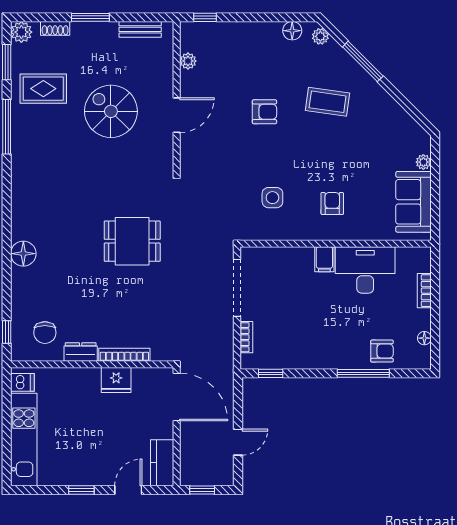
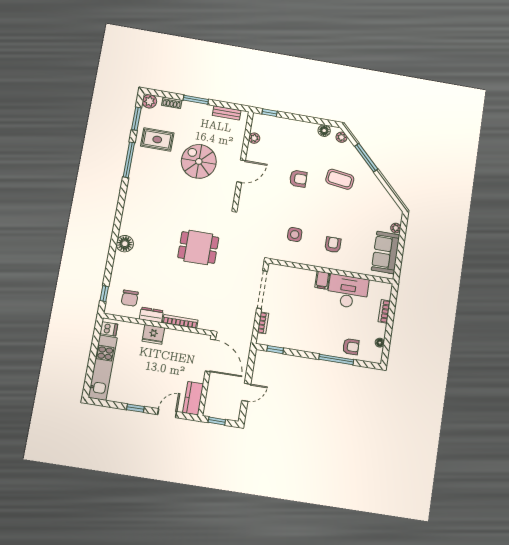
fridge: (116, 380) -> (153, 334), moved

